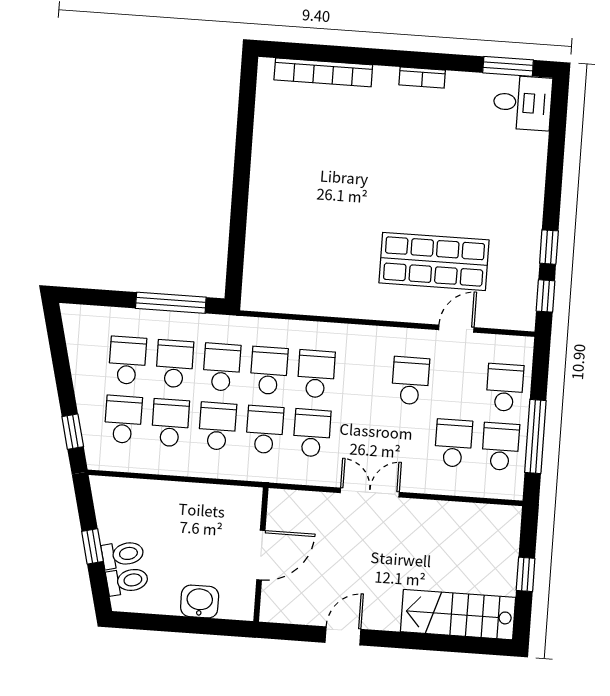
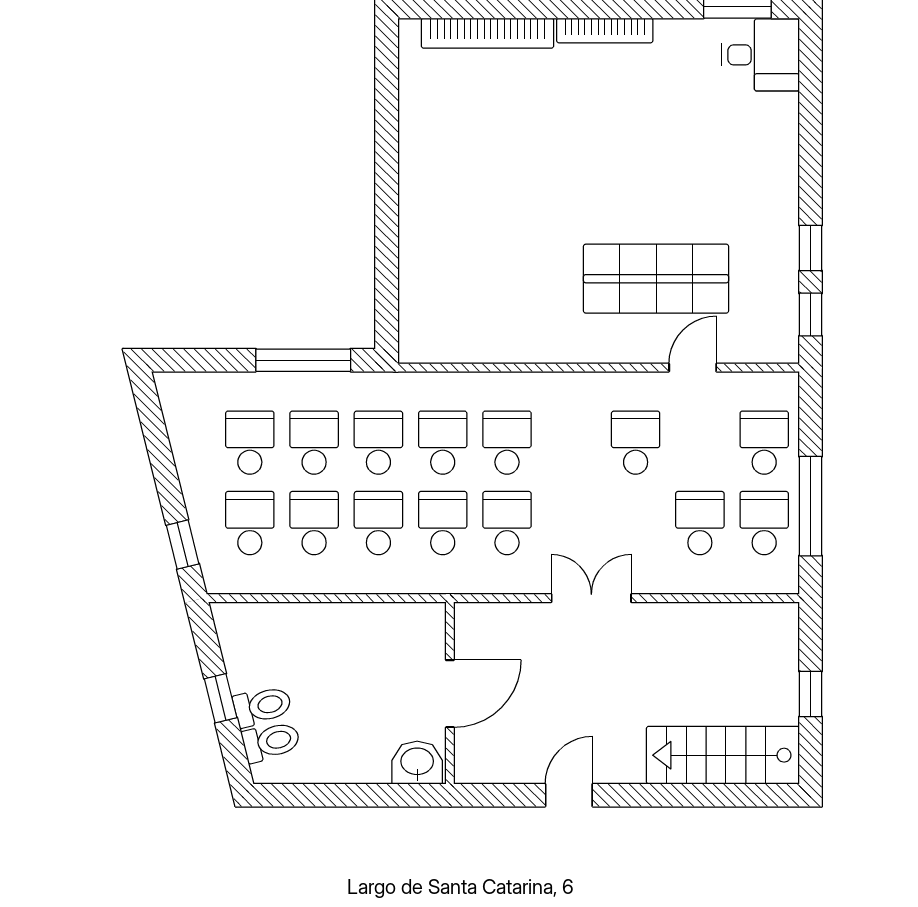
bookcase: (422, 78) -> (605, 30), width x1.56
washbasin: (200, 602) -> (417, 763), moved

